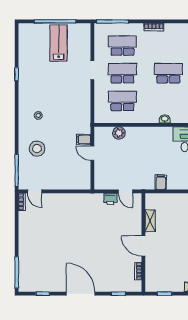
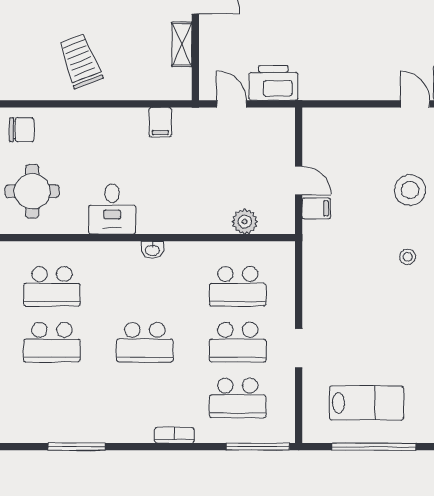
lab bench: (59, 43) -> (367, 403), turned -90
printer: (110, 199) -> (273, 83), width x1.87, depth x1.48

